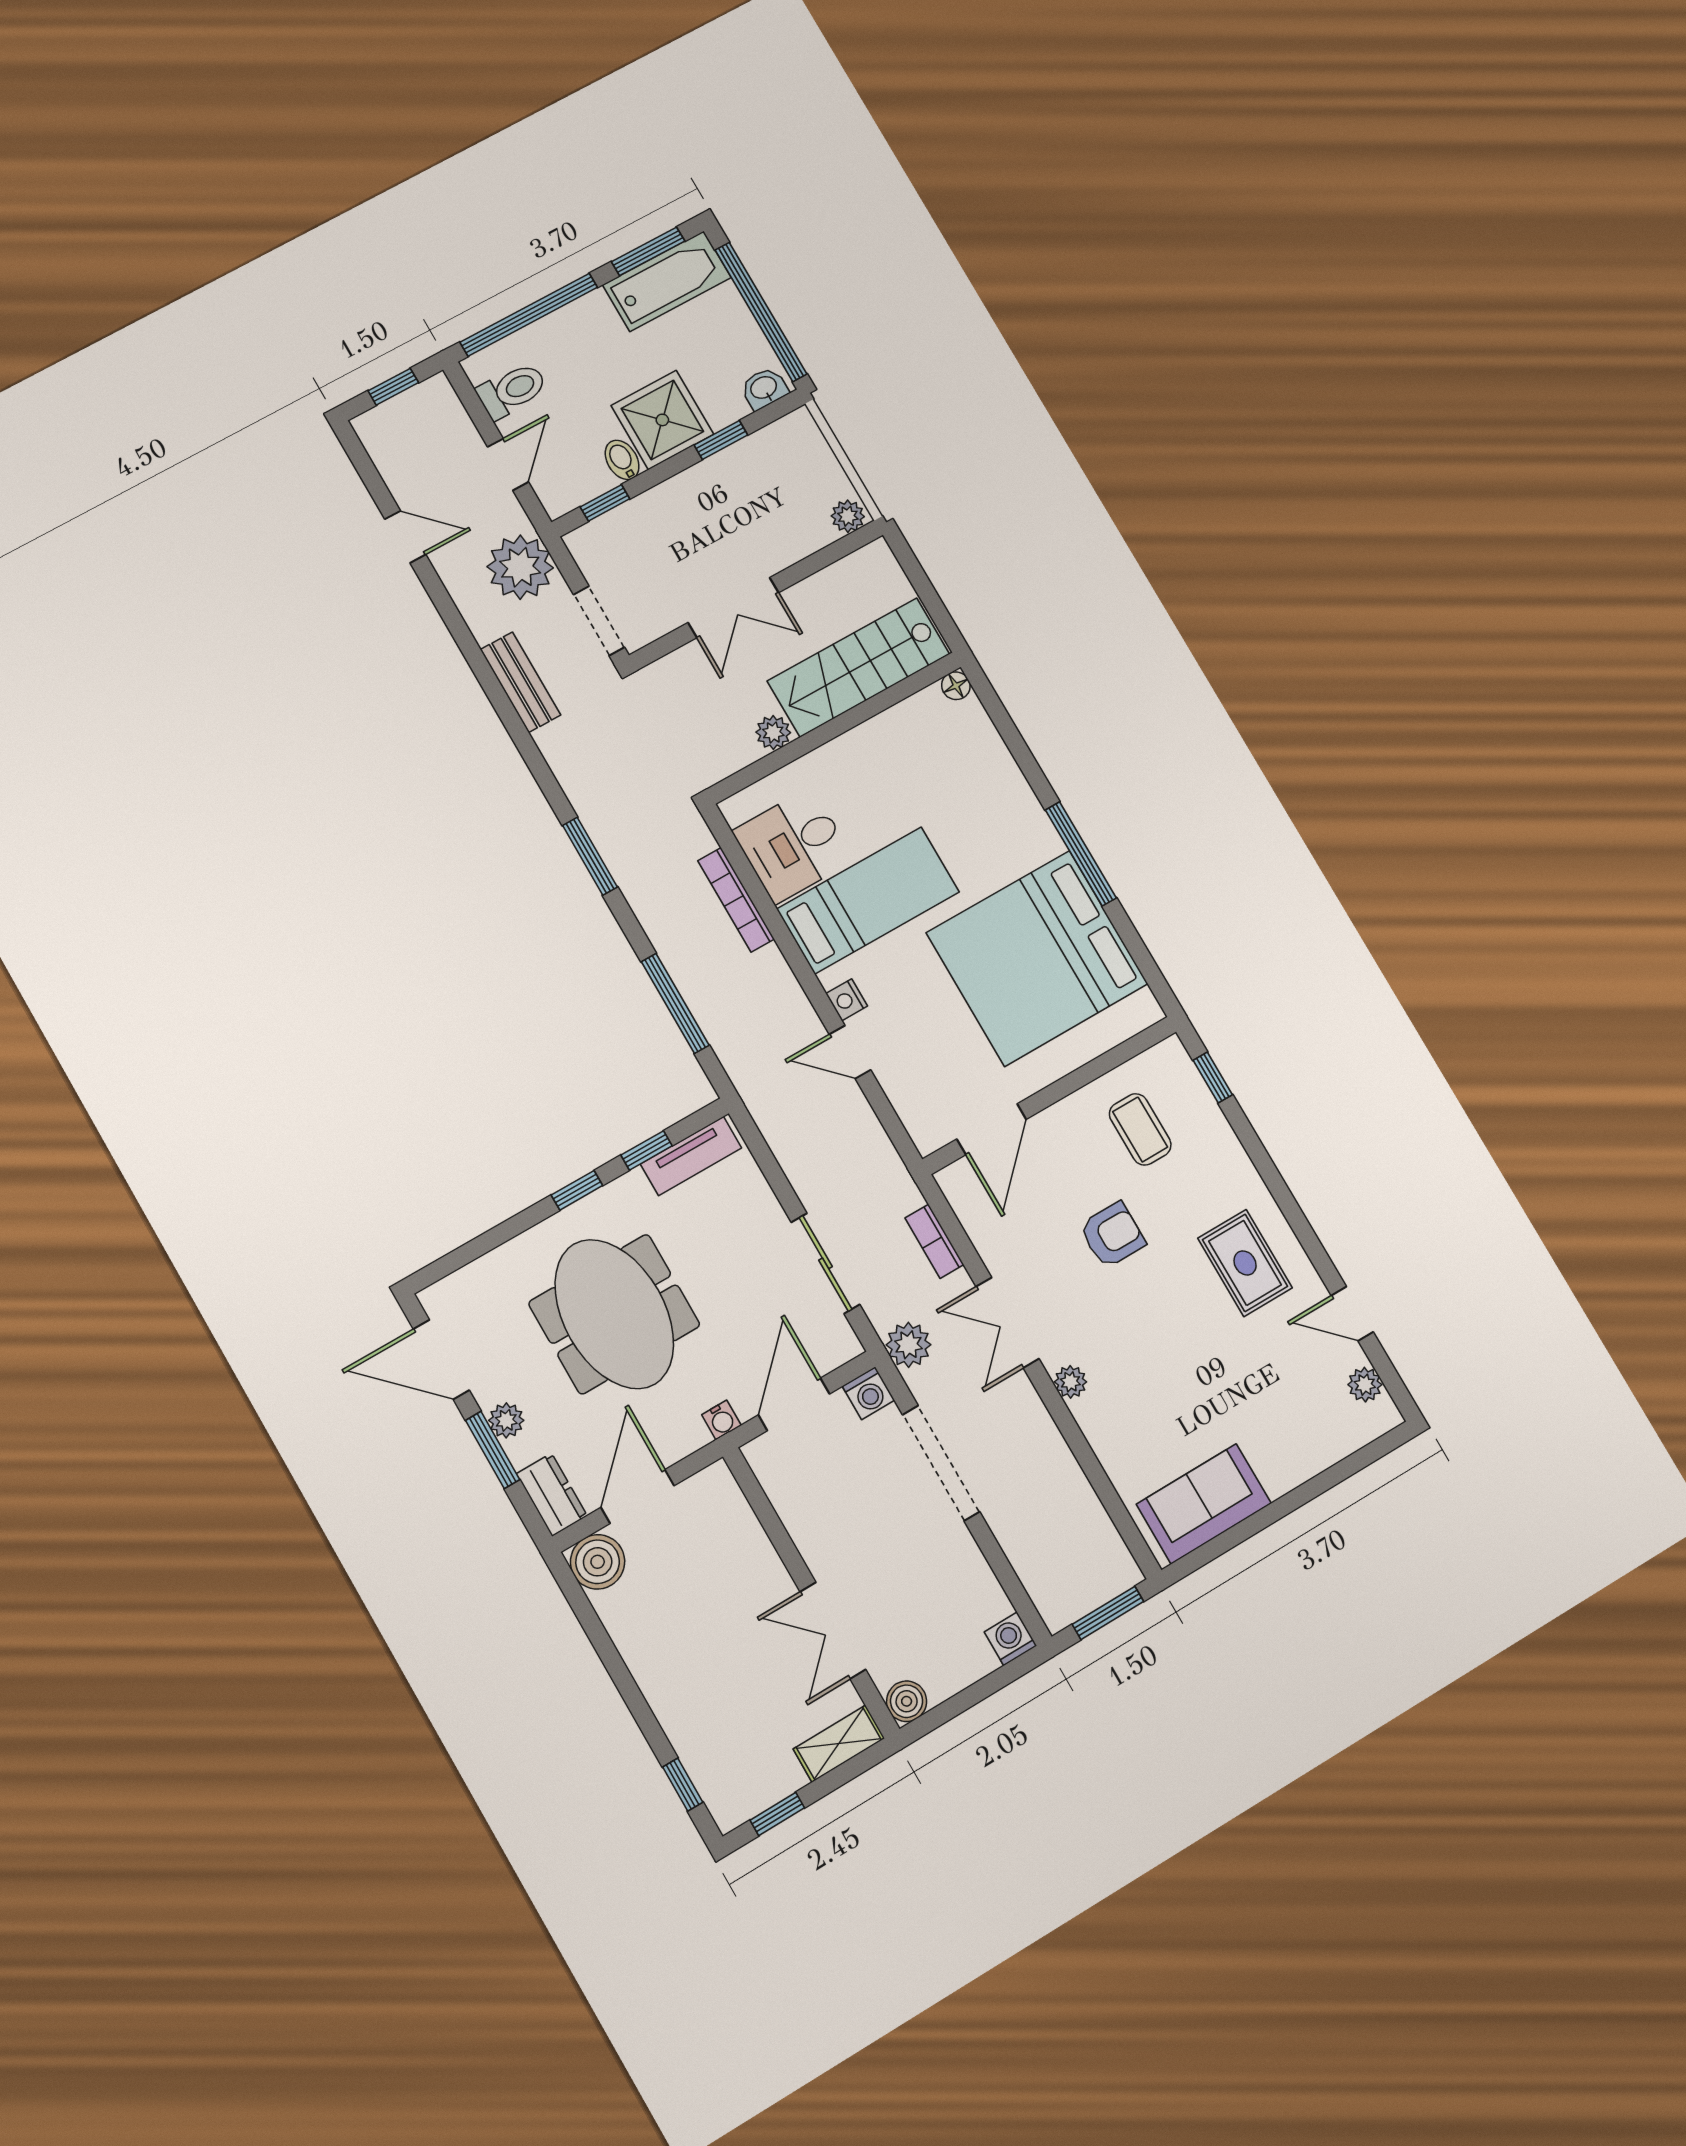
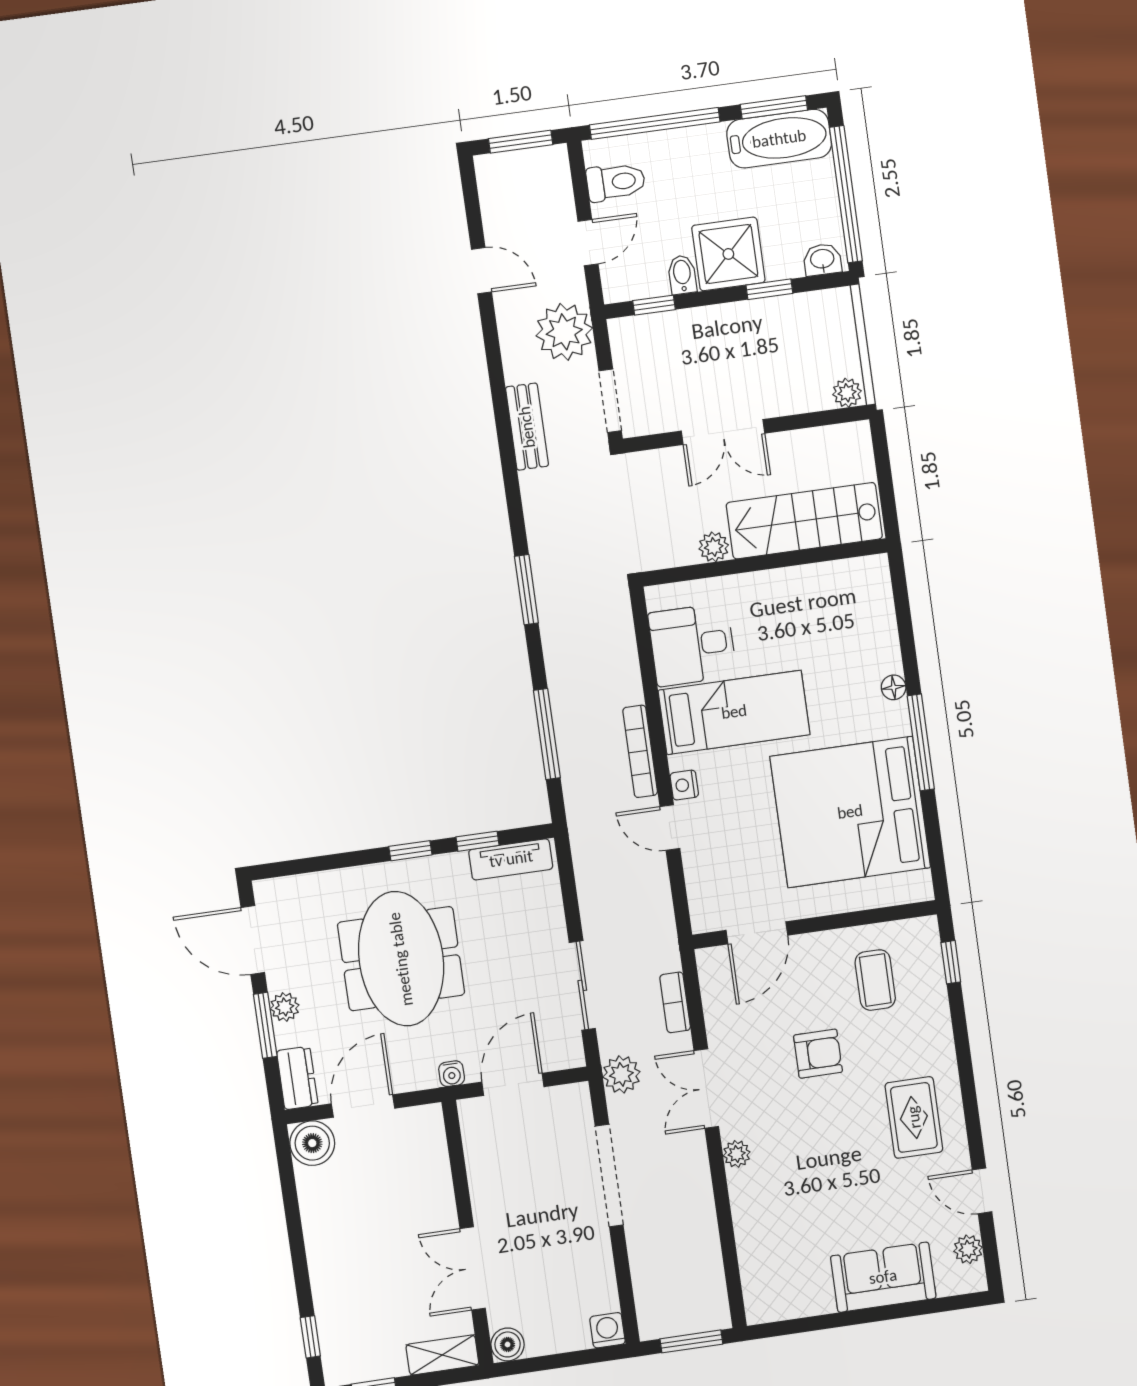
window: (393, 387) -> (521, 142), width x1.50
floor lamp: (956, 686) -> (894, 687), moved
bookcase: (736, 900) -> (640, 751), moved
washing machine: (868, 1393) -> (575, 1099), removed
sofa: (1204, 1504) -> (883, 1277), moved

